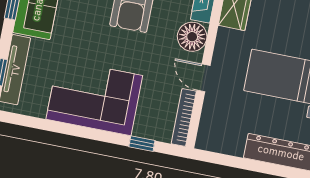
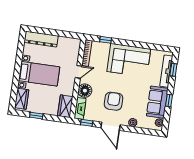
door: (203, 78) -> (79, 72), hinge flipped

